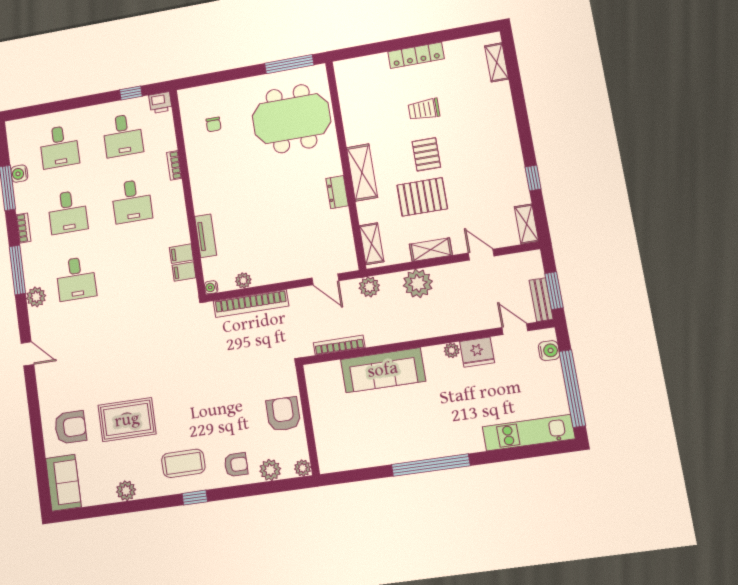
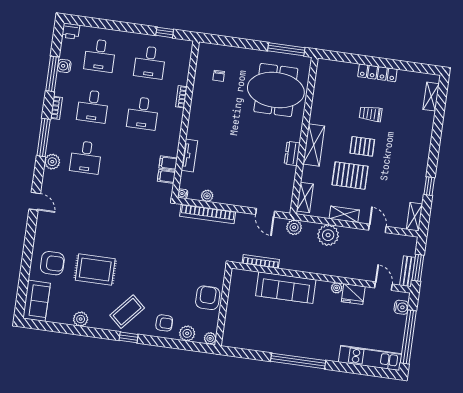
printer: (160, 103) -> (71, 31), moved
pallet: (426, 154) -> (362, 146), turned 90
coffee table: (183, 463) -> (127, 312), turned -49

